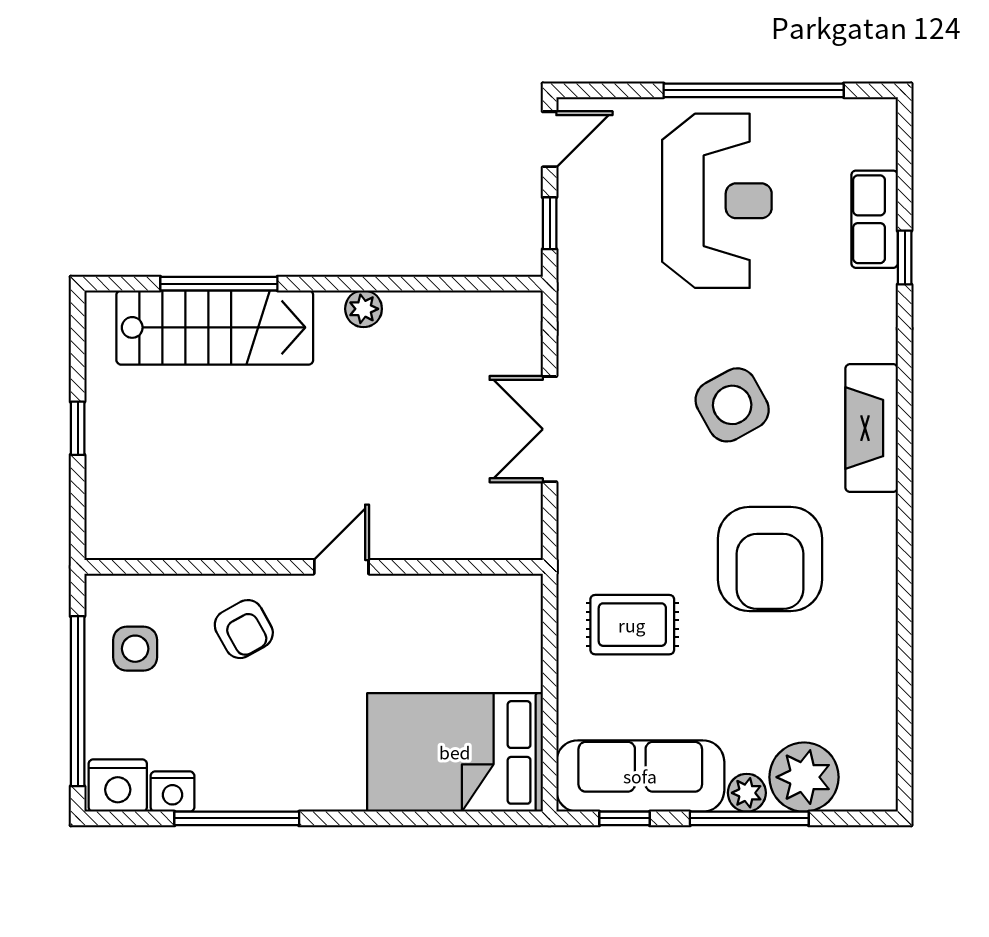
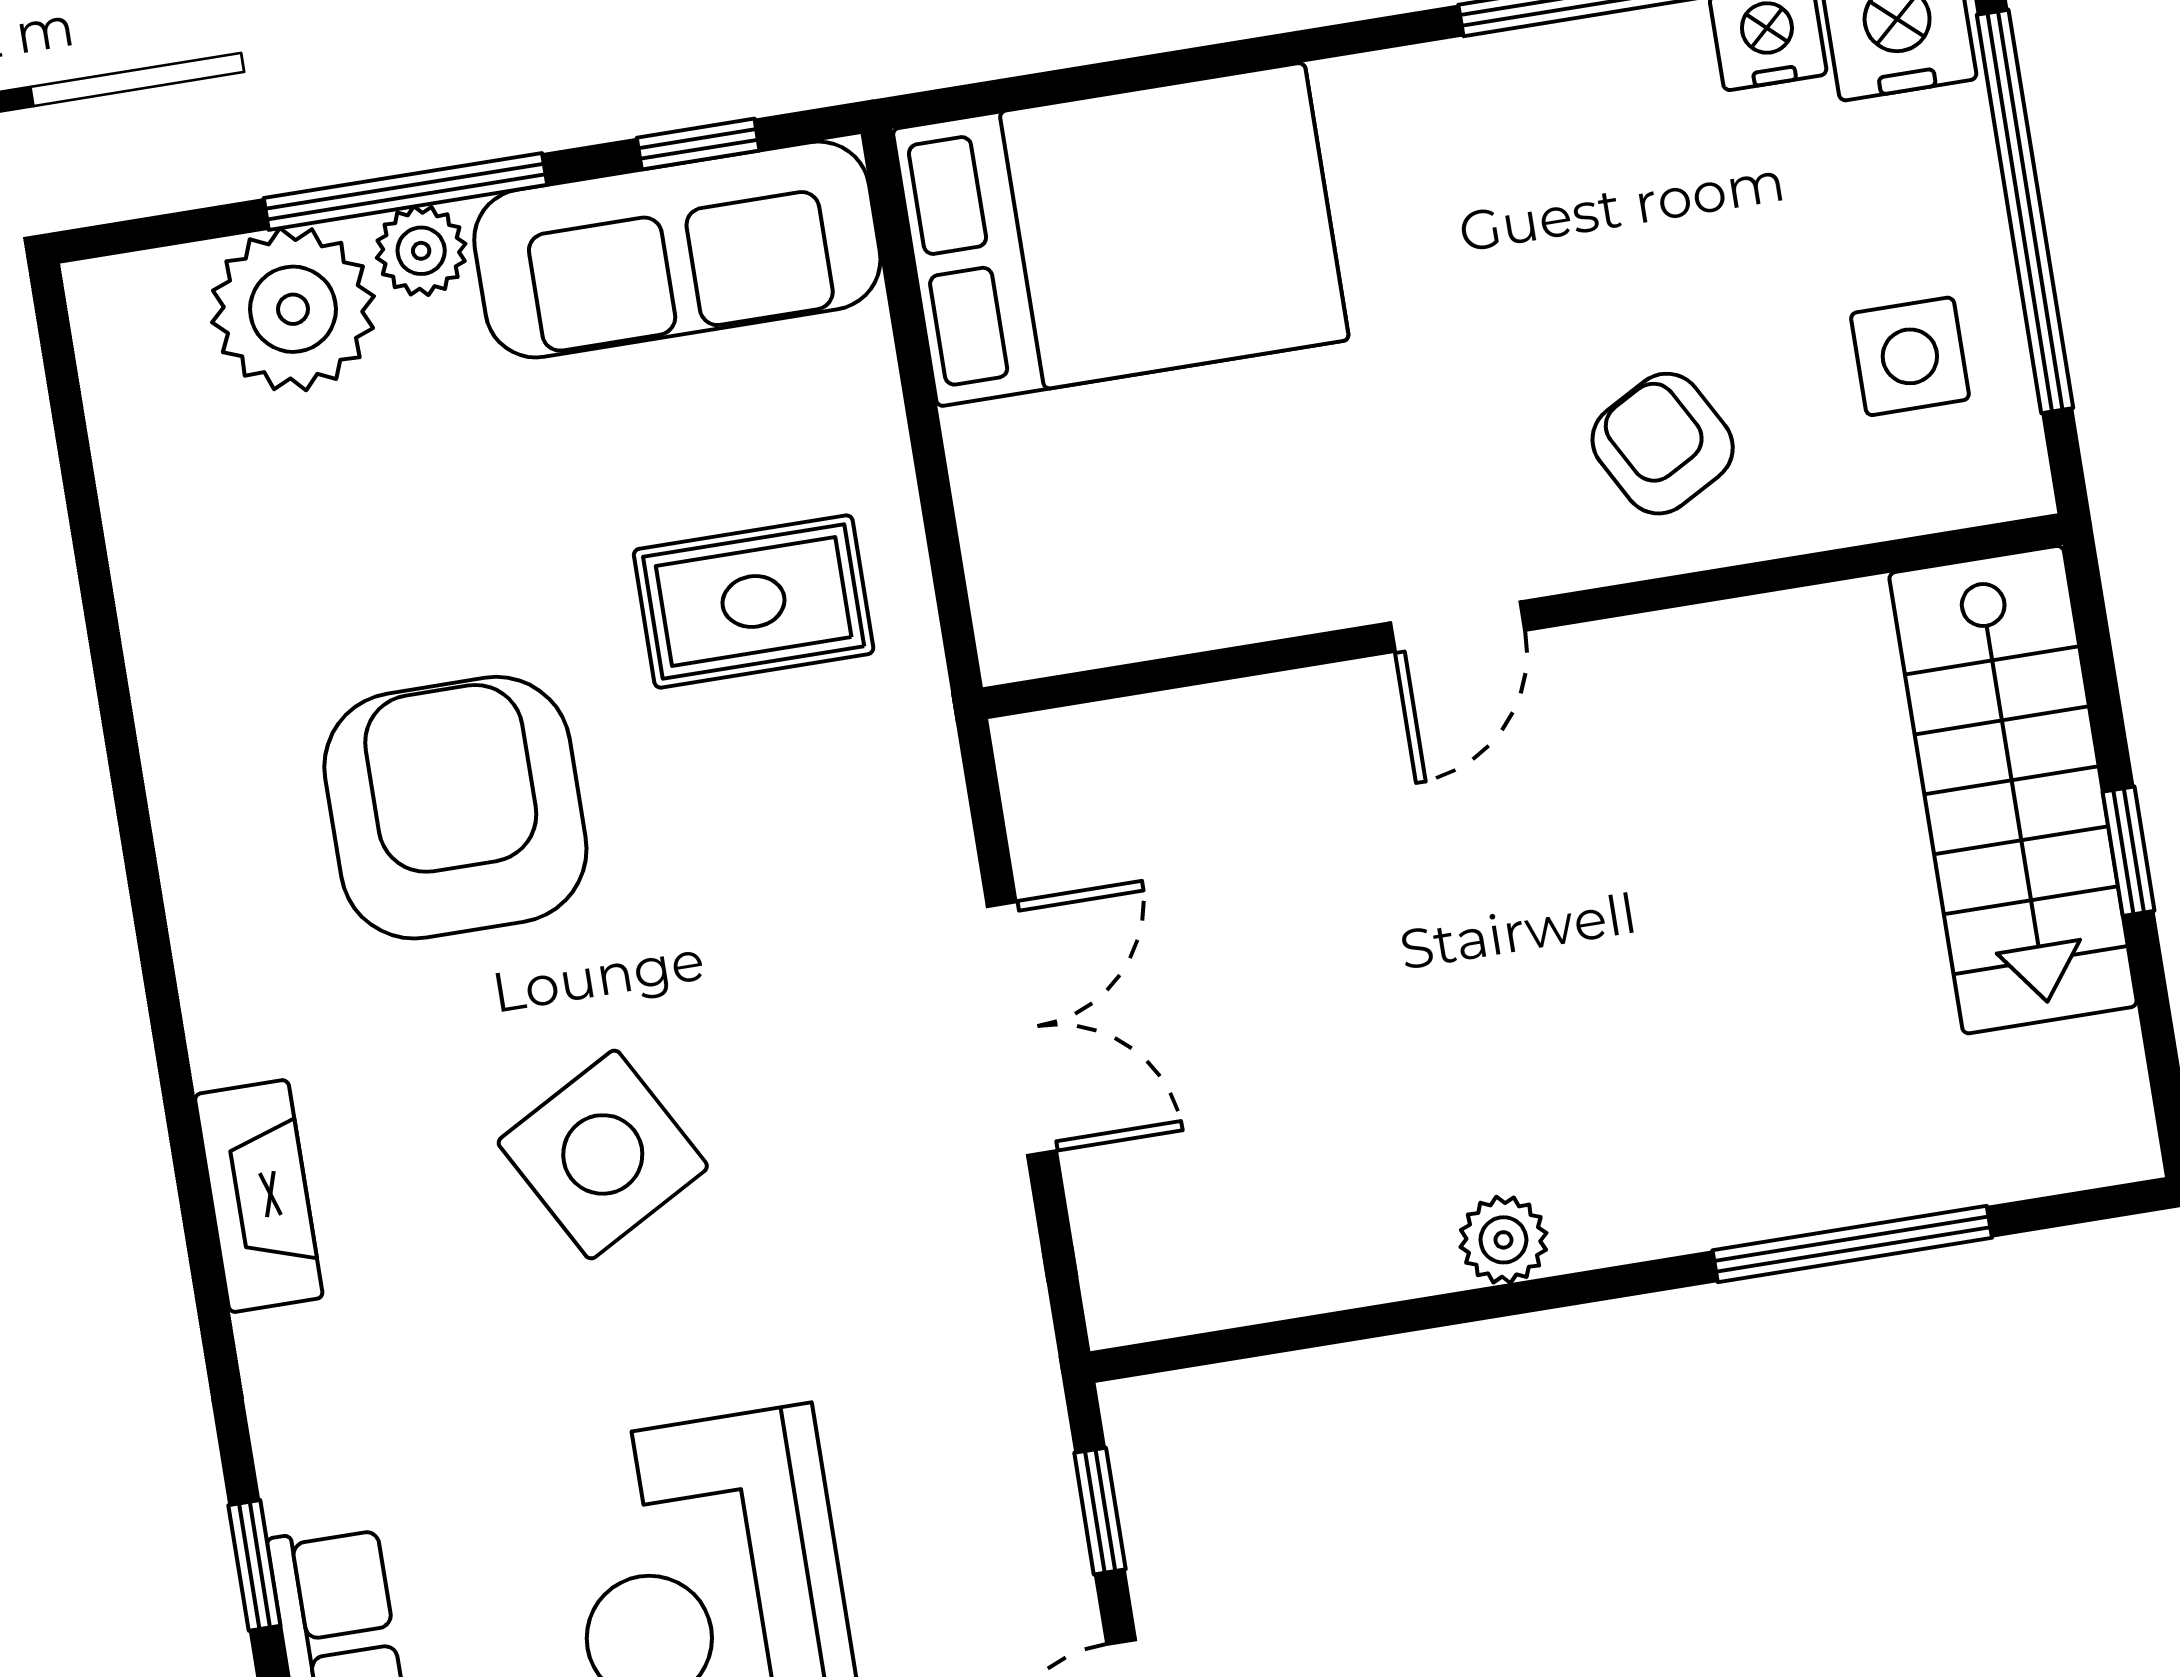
stairs: (215, 327) -> (2013, 790), moved, turned -90
fireplace: (872, 428) -> (259, 1196), width x0.73, depth x0.76

